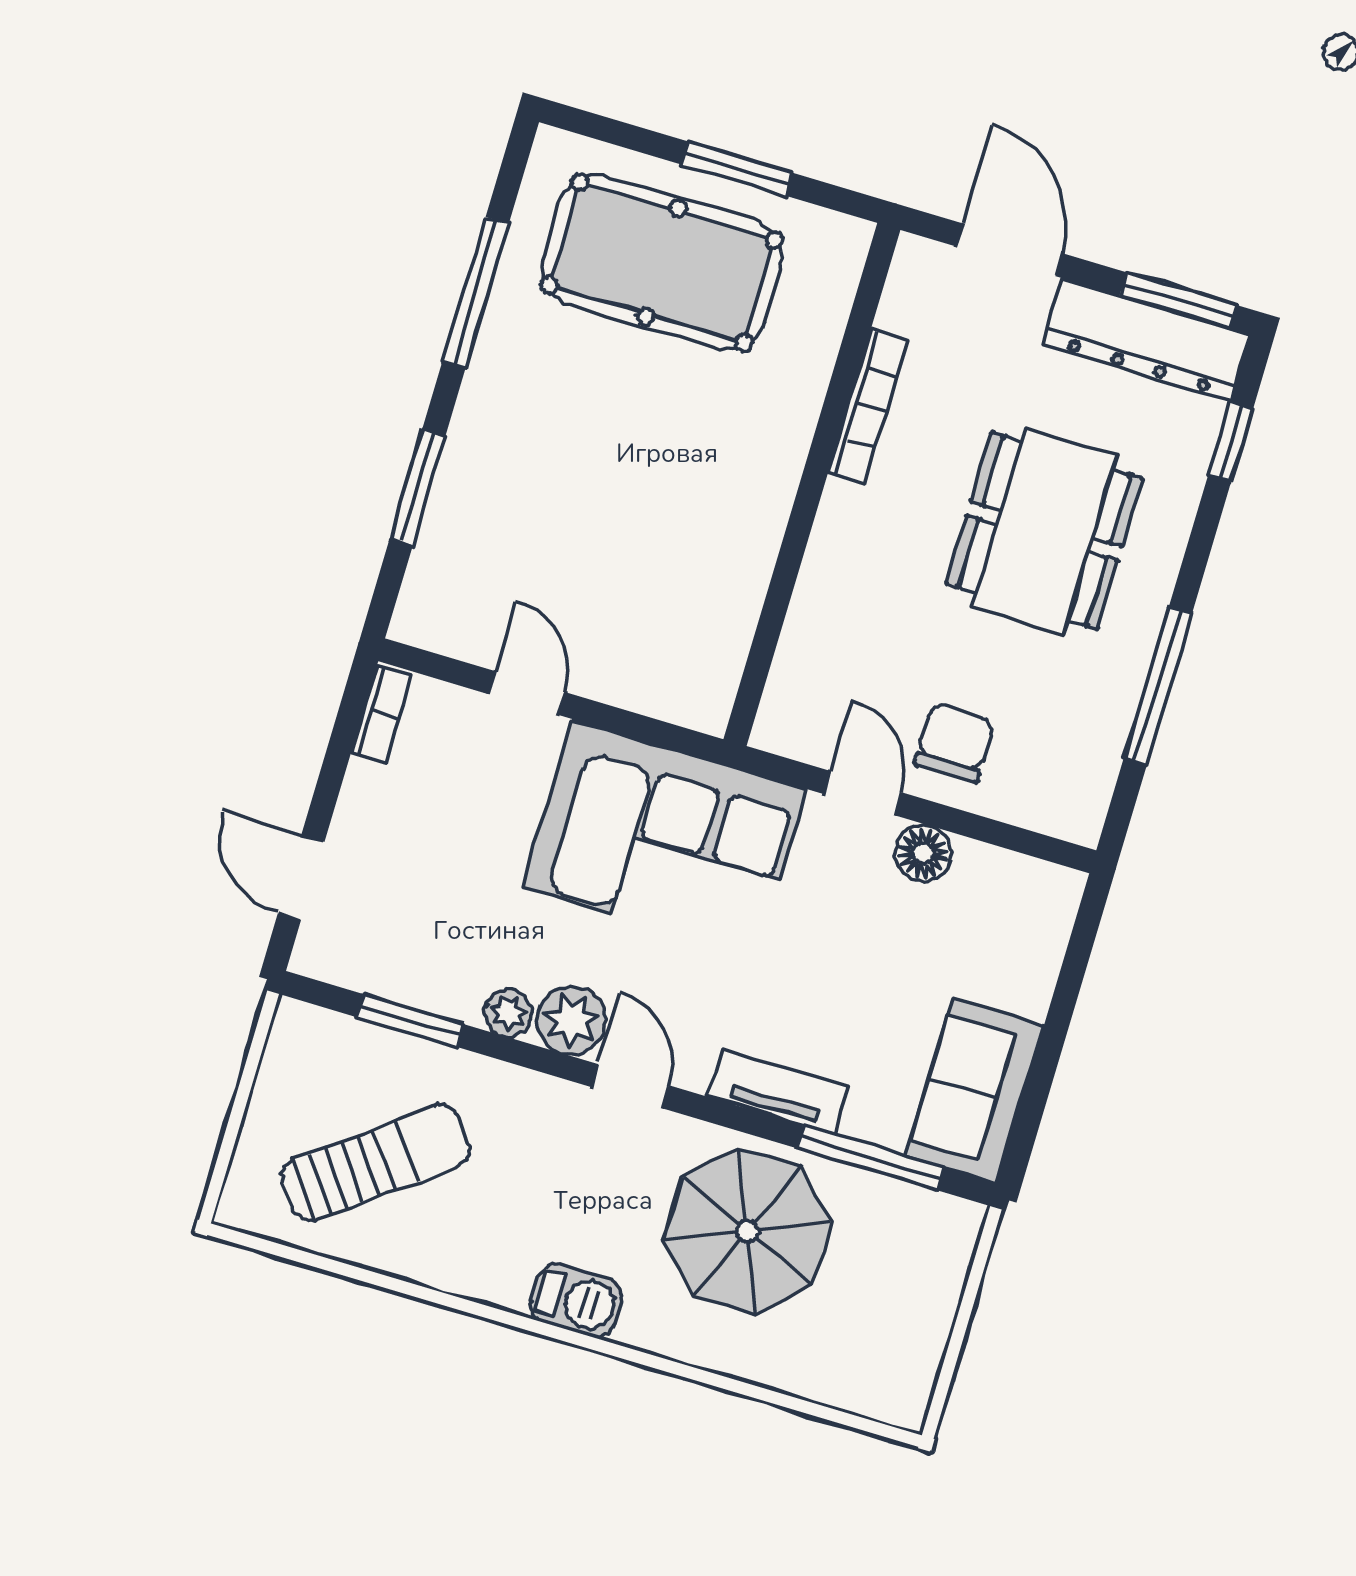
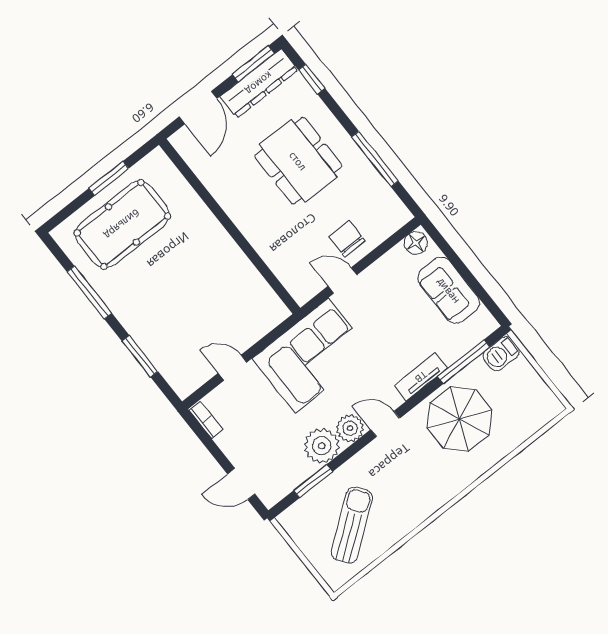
door: (1009, 250) -> (198, 108), swing flipped
bookcase: (868, 407) -> (217, 190), removed
floor lamp: (923, 853) -> (416, 243), moved
plant: (508, 1013) -> (322, 446), width x1.87, depth x1.87
sofa: (975, 1091) -> (449, 290), moved
barbecue: (576, 1301) -> (501, 354), moved, turned 180

